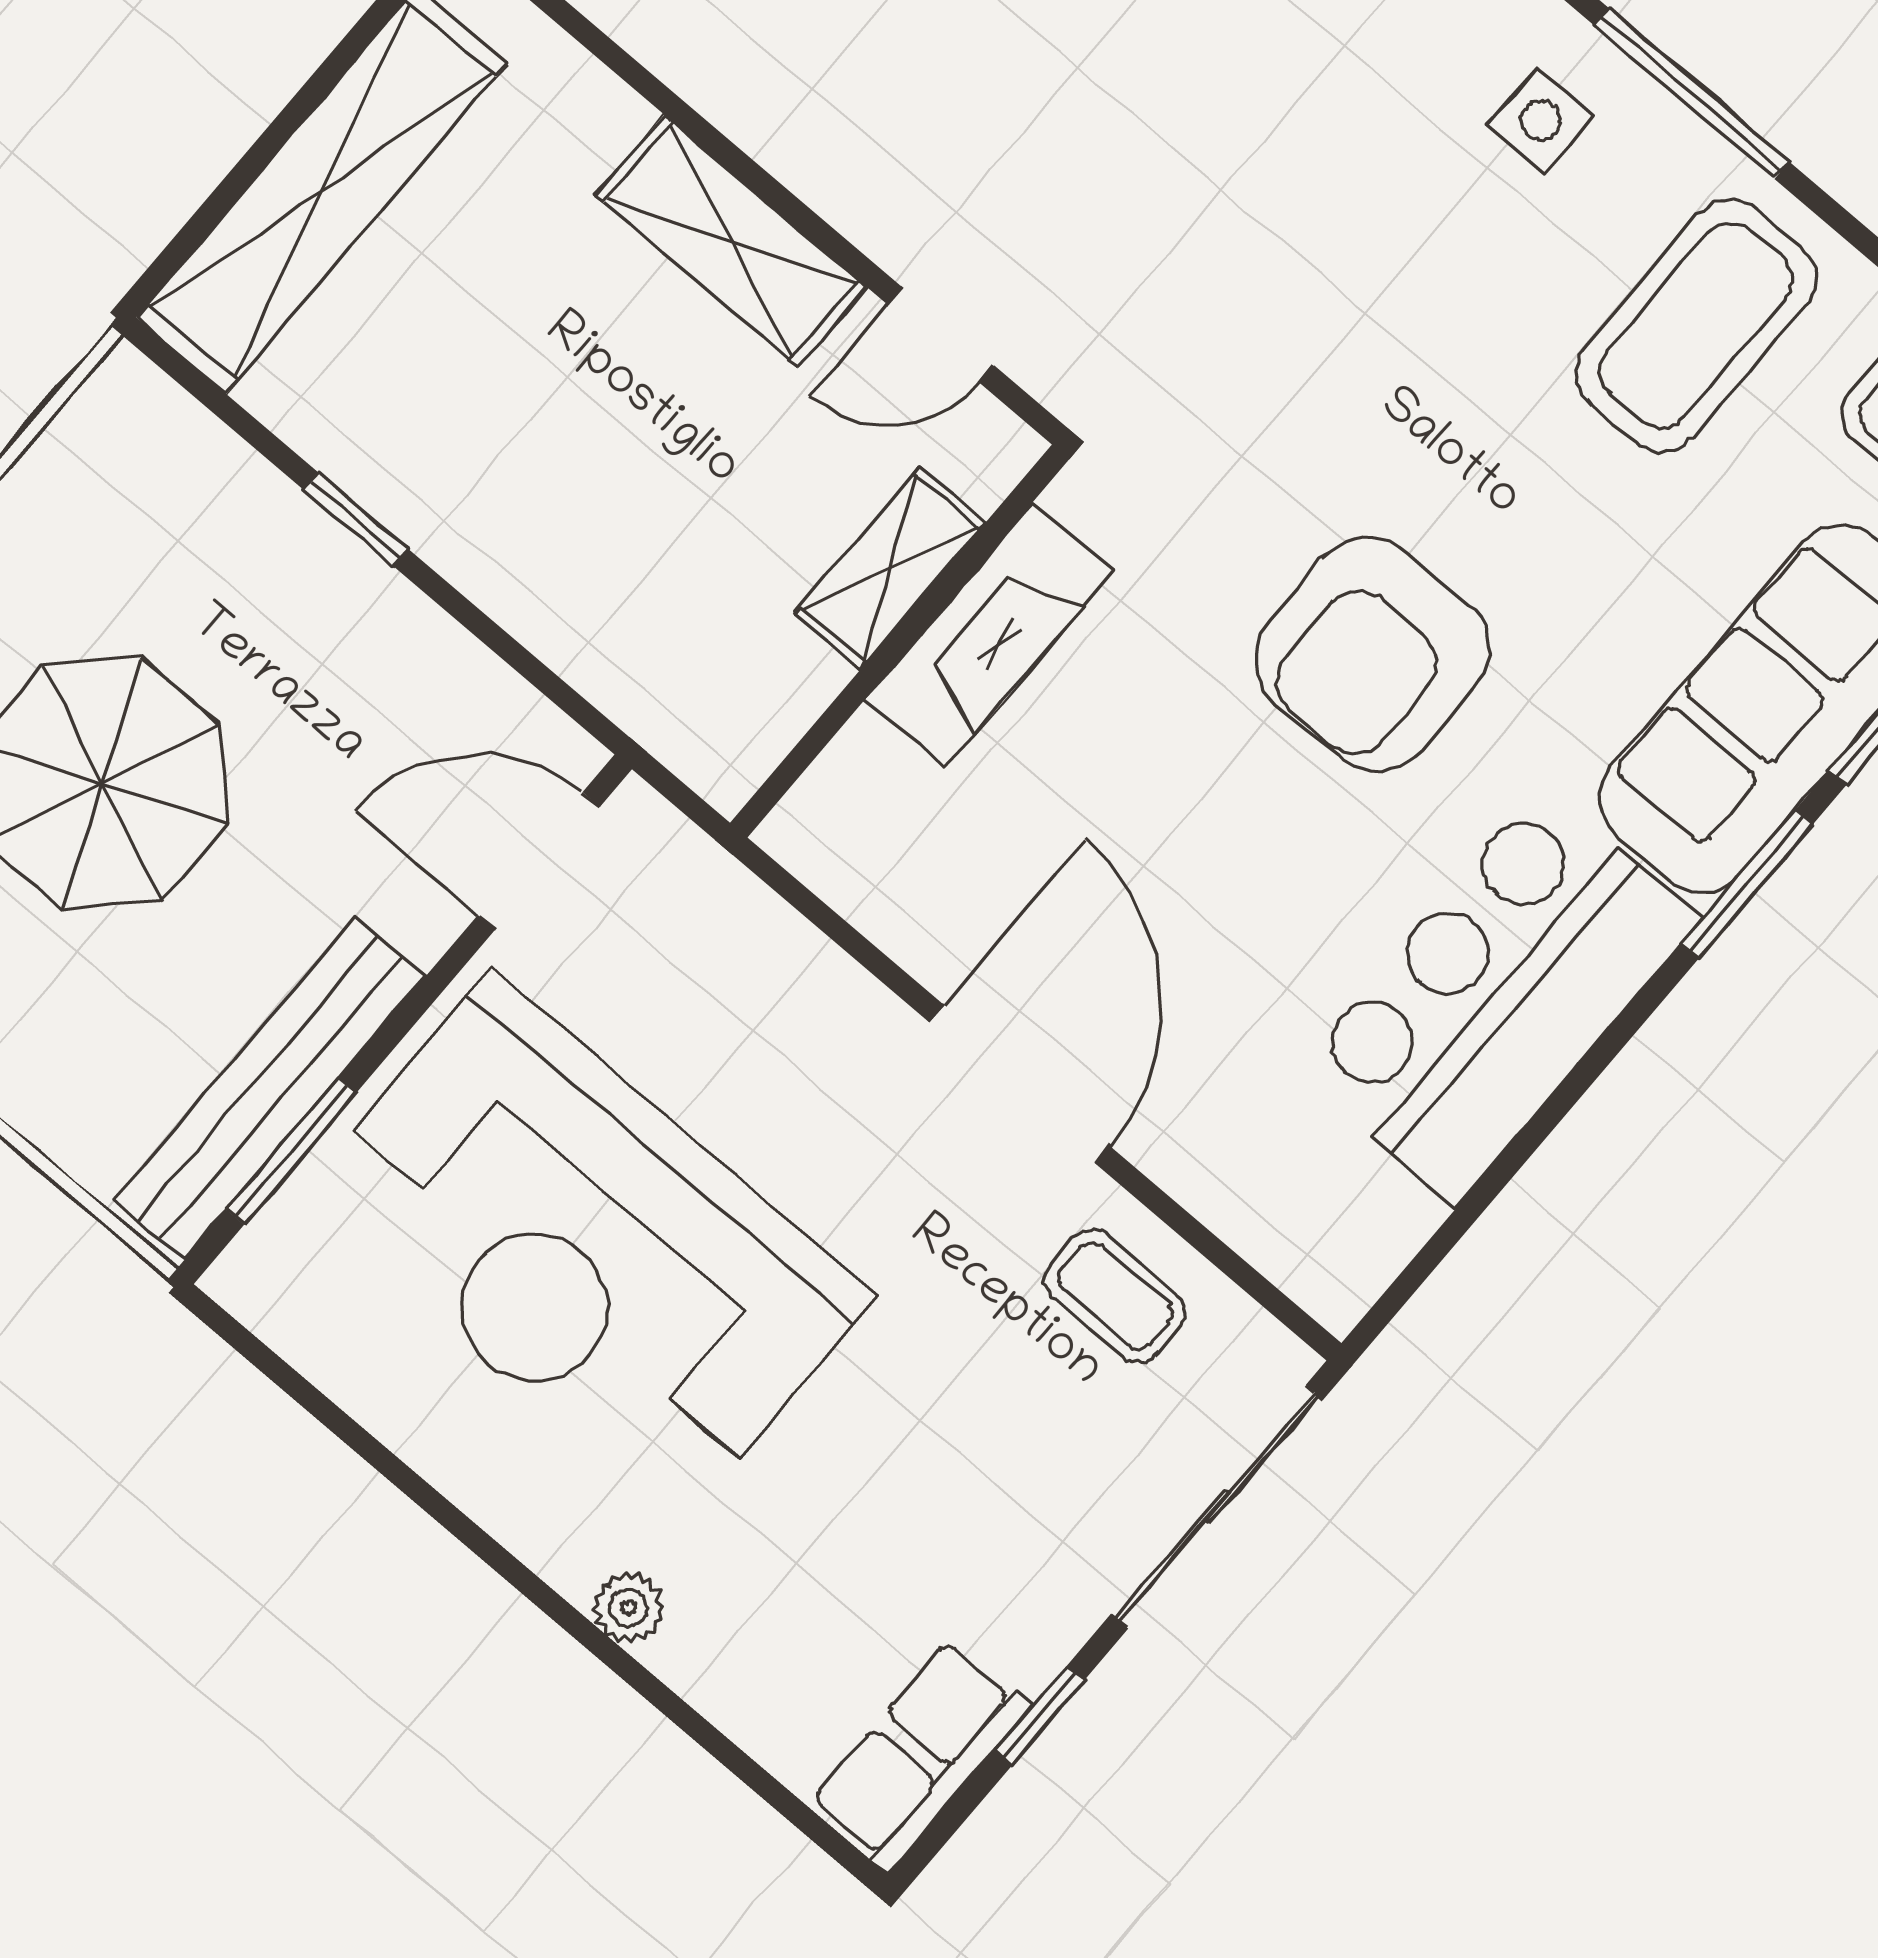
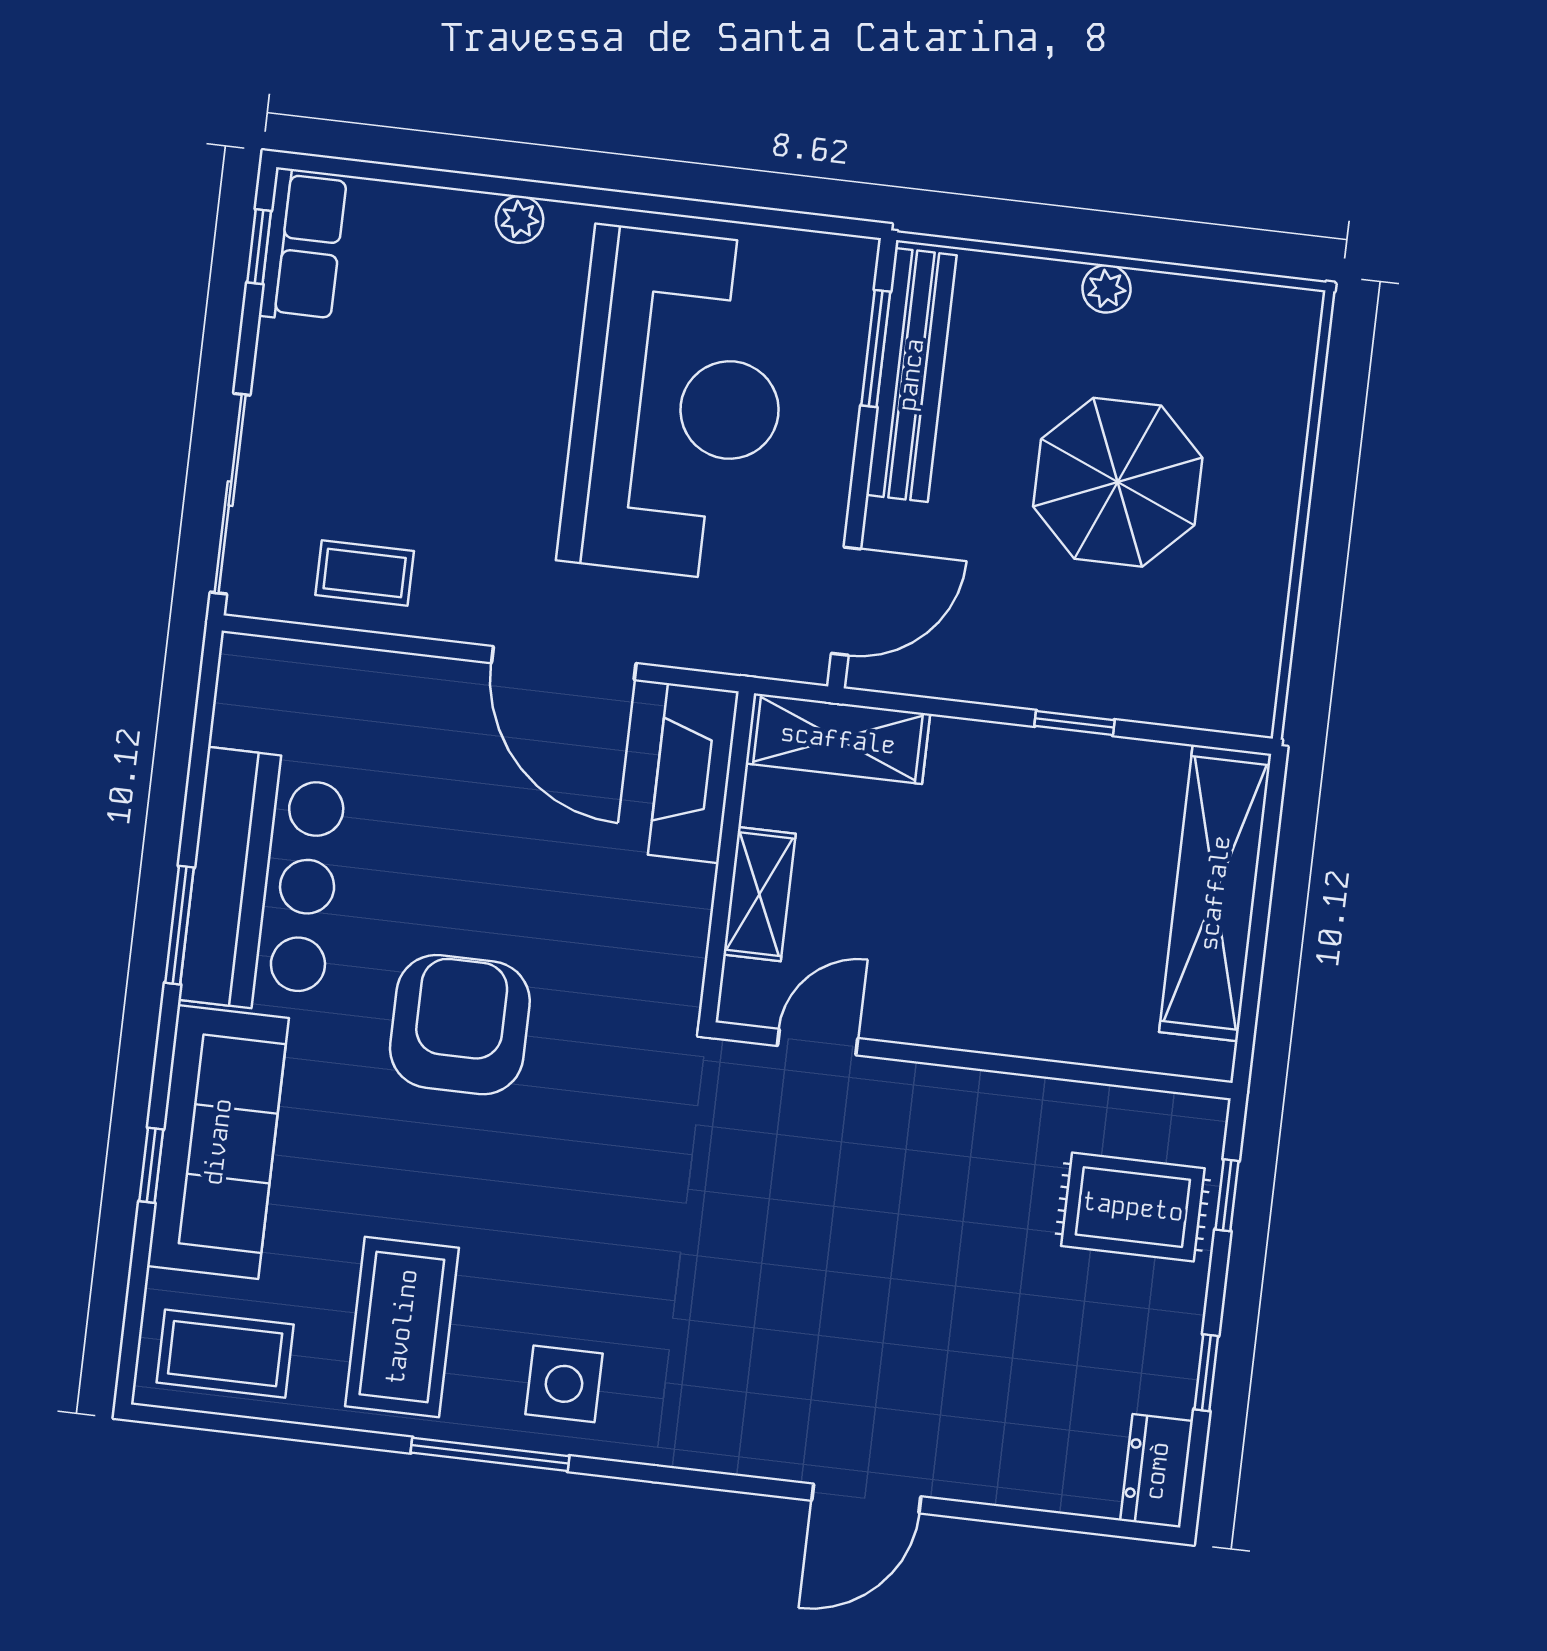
side table: (1541, 120) -> (564, 1384), width x1.37, depth x1.37
shelving: (731, 241) -> (838, 739), moved
fireplace: (989, 636) -> (693, 773), moved
window: (1747, 884) -> (179, 925), moved
door: (1020, 1084) -> (564, 663), moved
reception desk: (586, 1247) -> (677, 404), turned 90
window: (1040, 1715) -> (259, 247), moved

